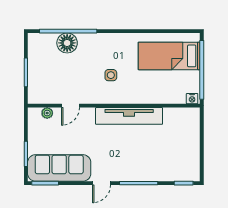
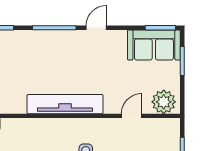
plant: (47, 113) -> (164, 102), width x1.87, depth x1.87
sofa: (59, 168) -> (154, 45), width x0.73

